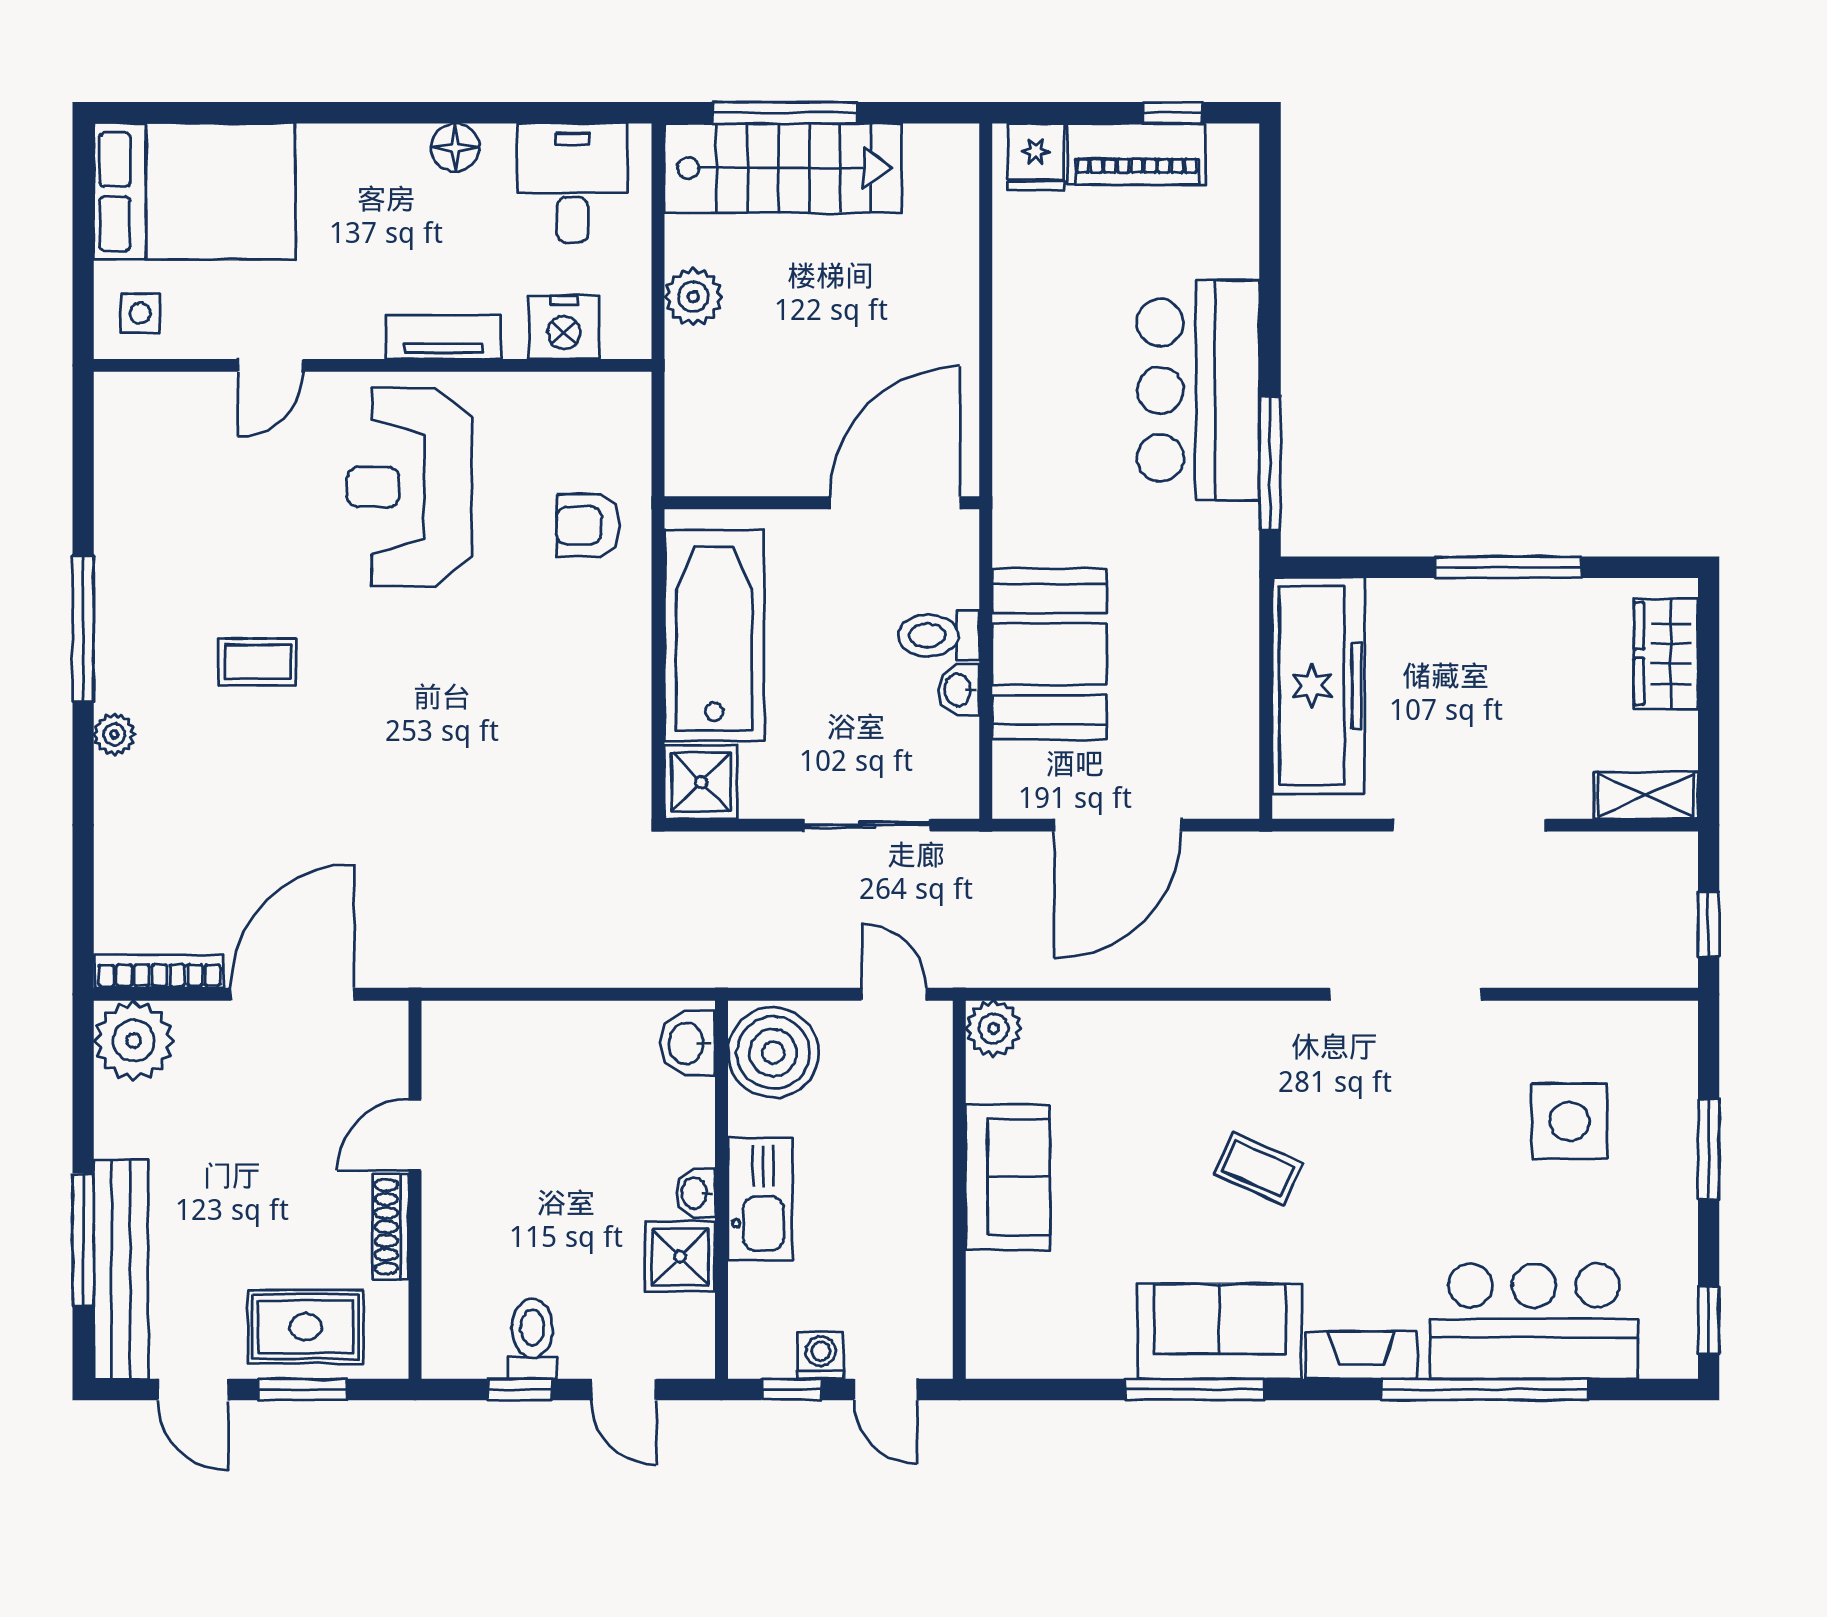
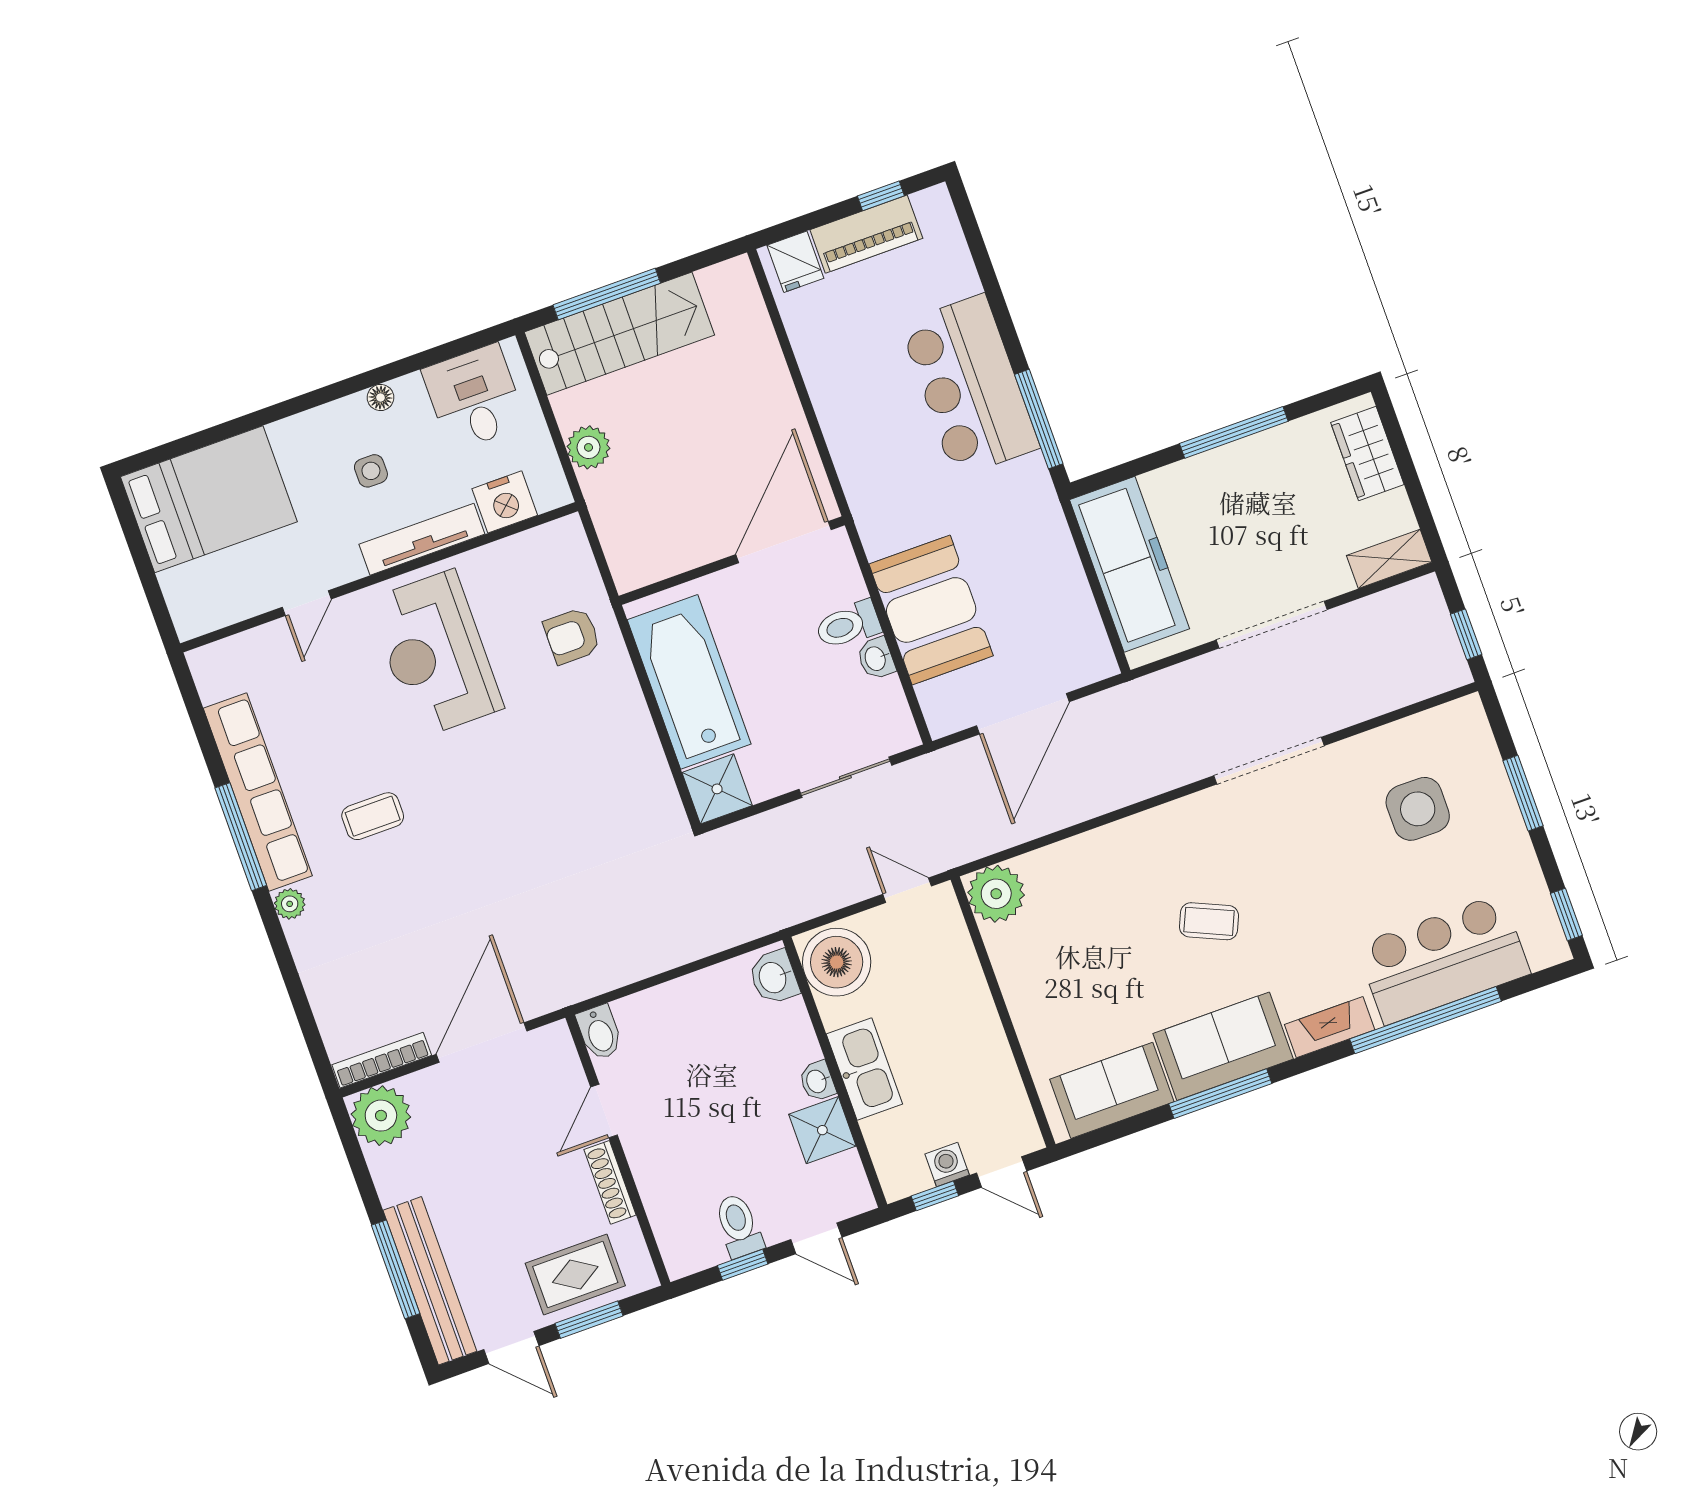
floor lamp: (455, 148) -> (381, 397), width x0.73, depth x0.73
side table: (140, 313) -> (371, 471), moved
tv unit: (443, 337) -> (422, 539), width x1.41
row of seats: (124, 580) -> (258, 792), added
plant: (993, 1028) -> (996, 894), width x1.36, depth x1.36
bidet: (445, 1034) -> (600, 1032), added
sofa: (1008, 1177) -> (1112, 1090), moved, turned -90

